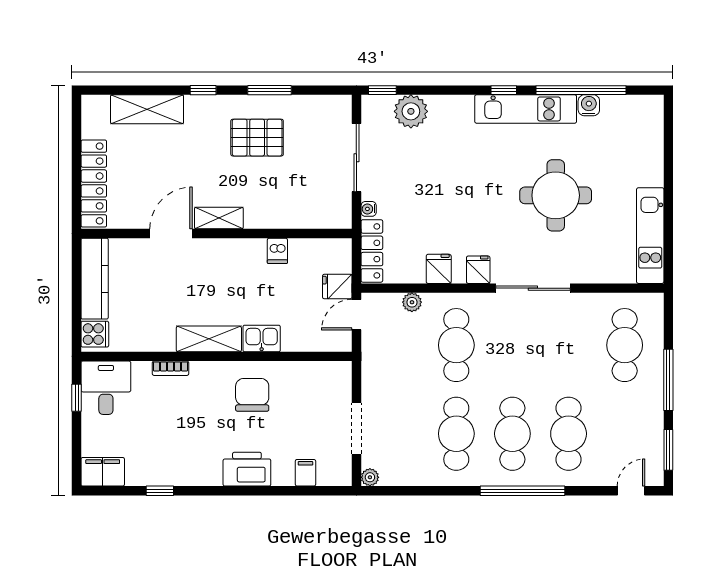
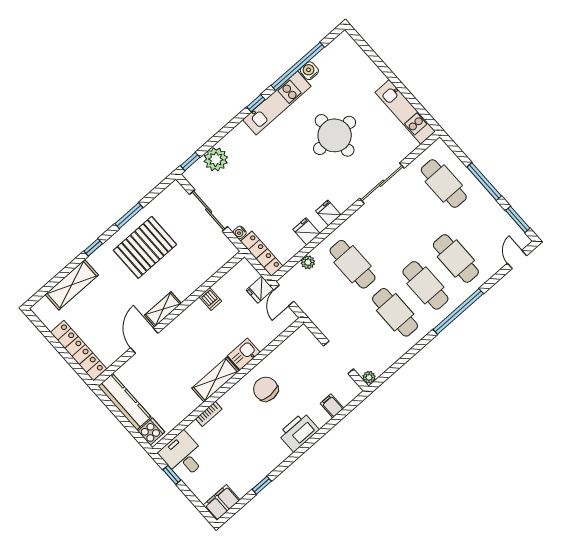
pallet: (257, 138) -> (145, 247), width x1.37, depth x1.41
sliding door: (533, 288) -> (382, 183), moved

